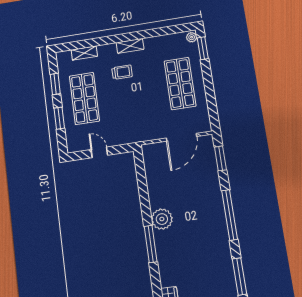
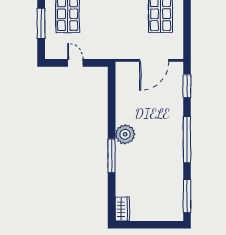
window: (59, 118) -> (41, 23), width x1.44

